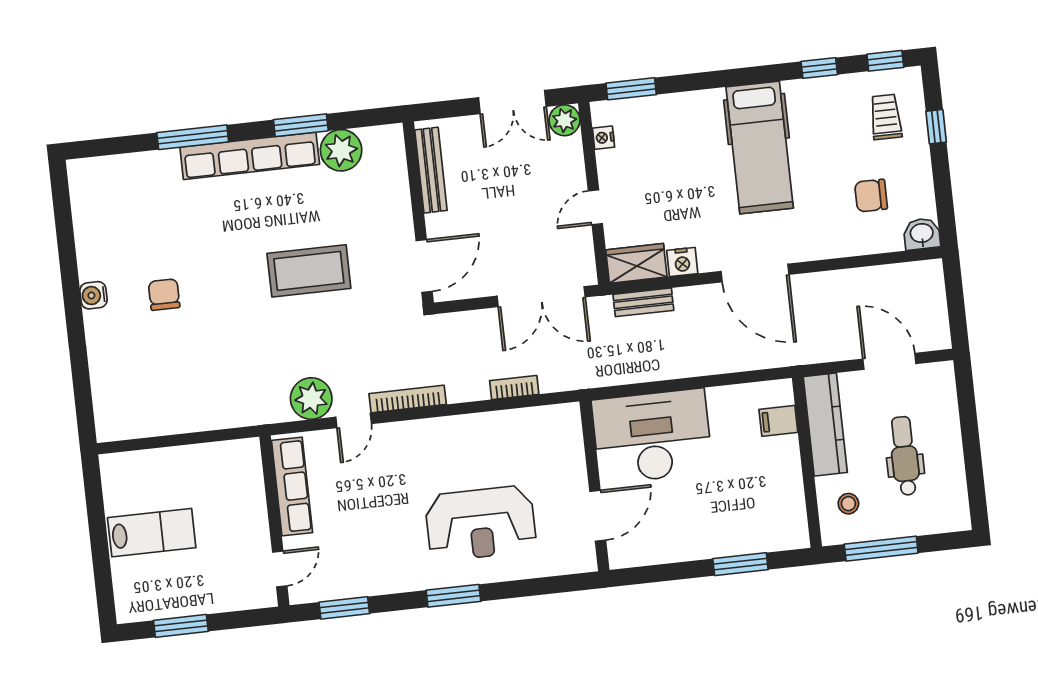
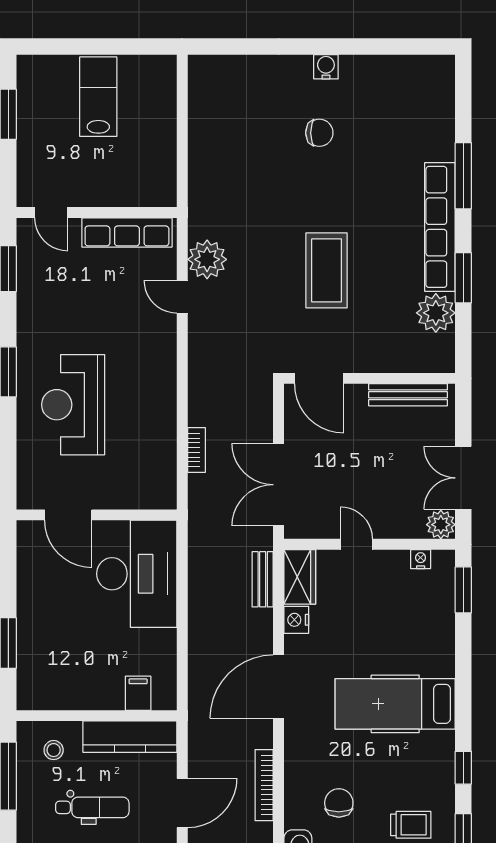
bookcase: (408, 399) -> (264, 785), moved, turned 180
lab bench: (152, 533) -> (98, 97), turned 180

